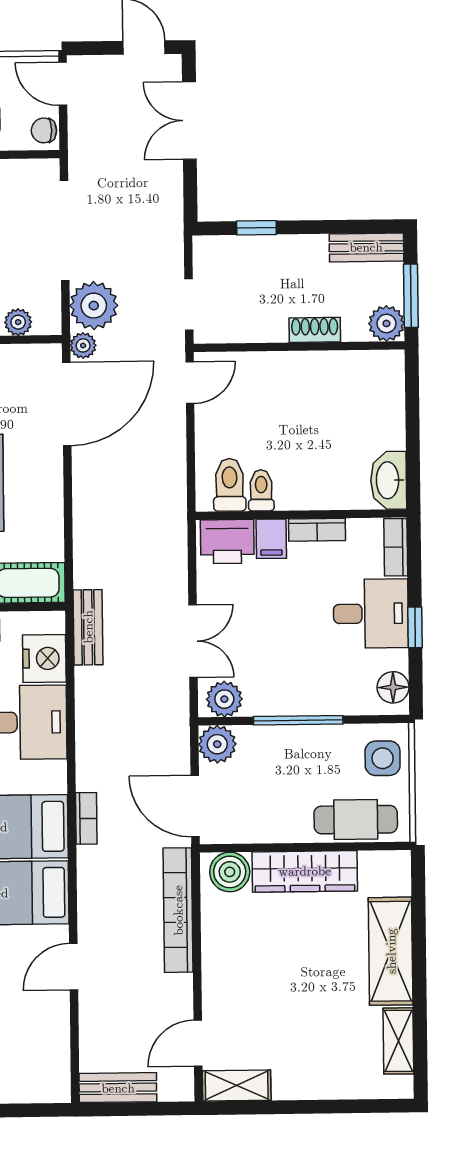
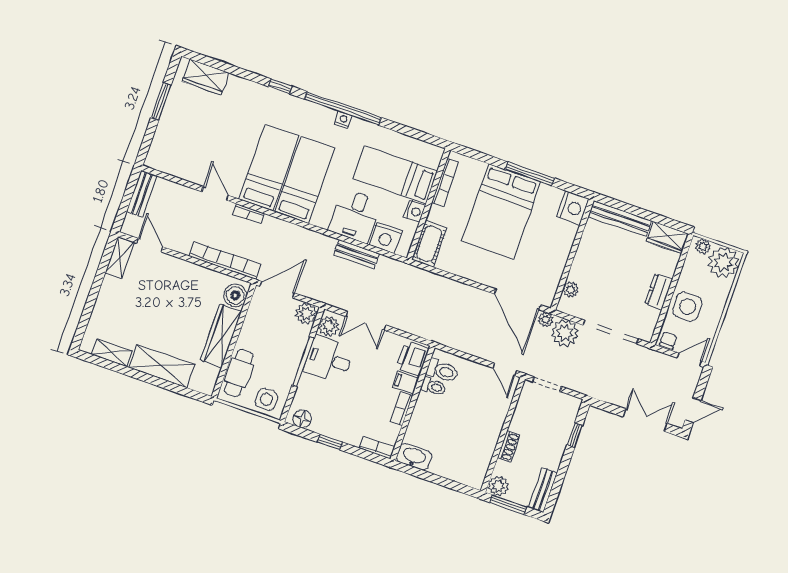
desk: (371, 614) -> (329, 359), moved, turned 90
bench: (88, 627) -> (356, 254), moved
bookcase: (86, 818) -> (248, 214), moved

